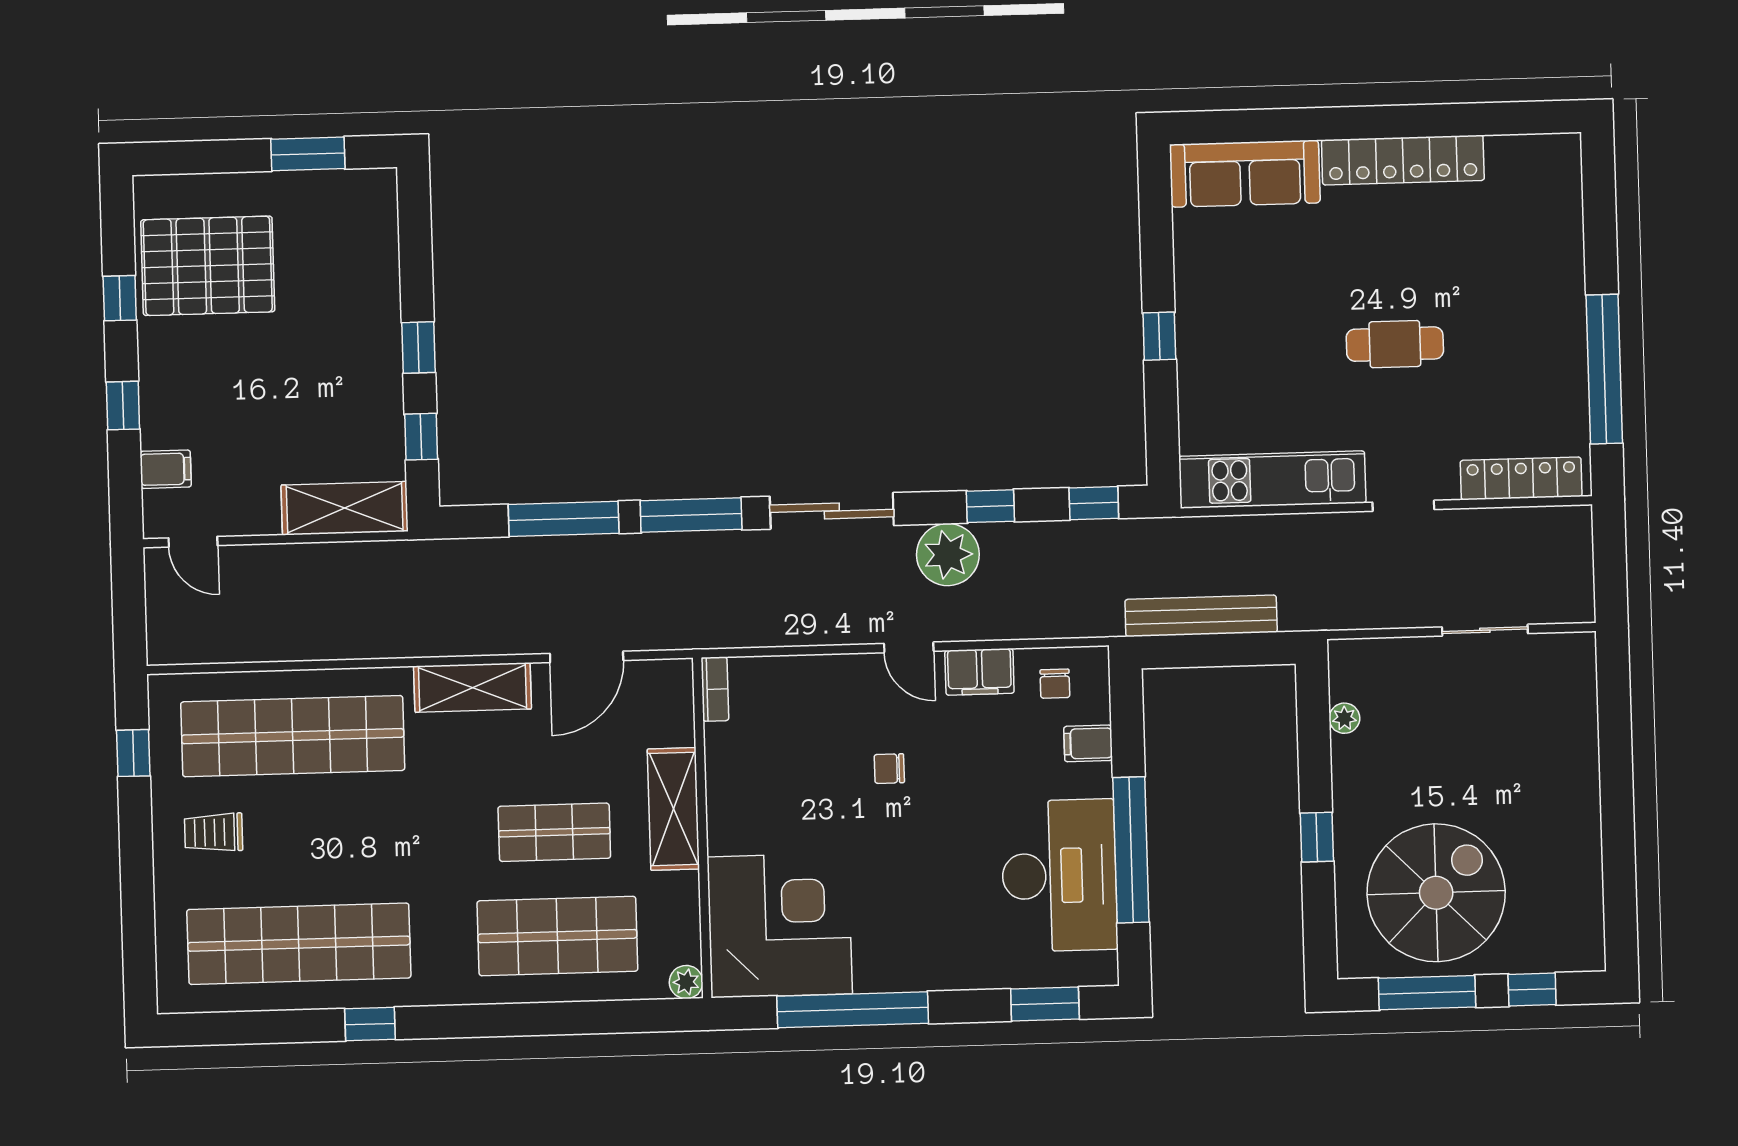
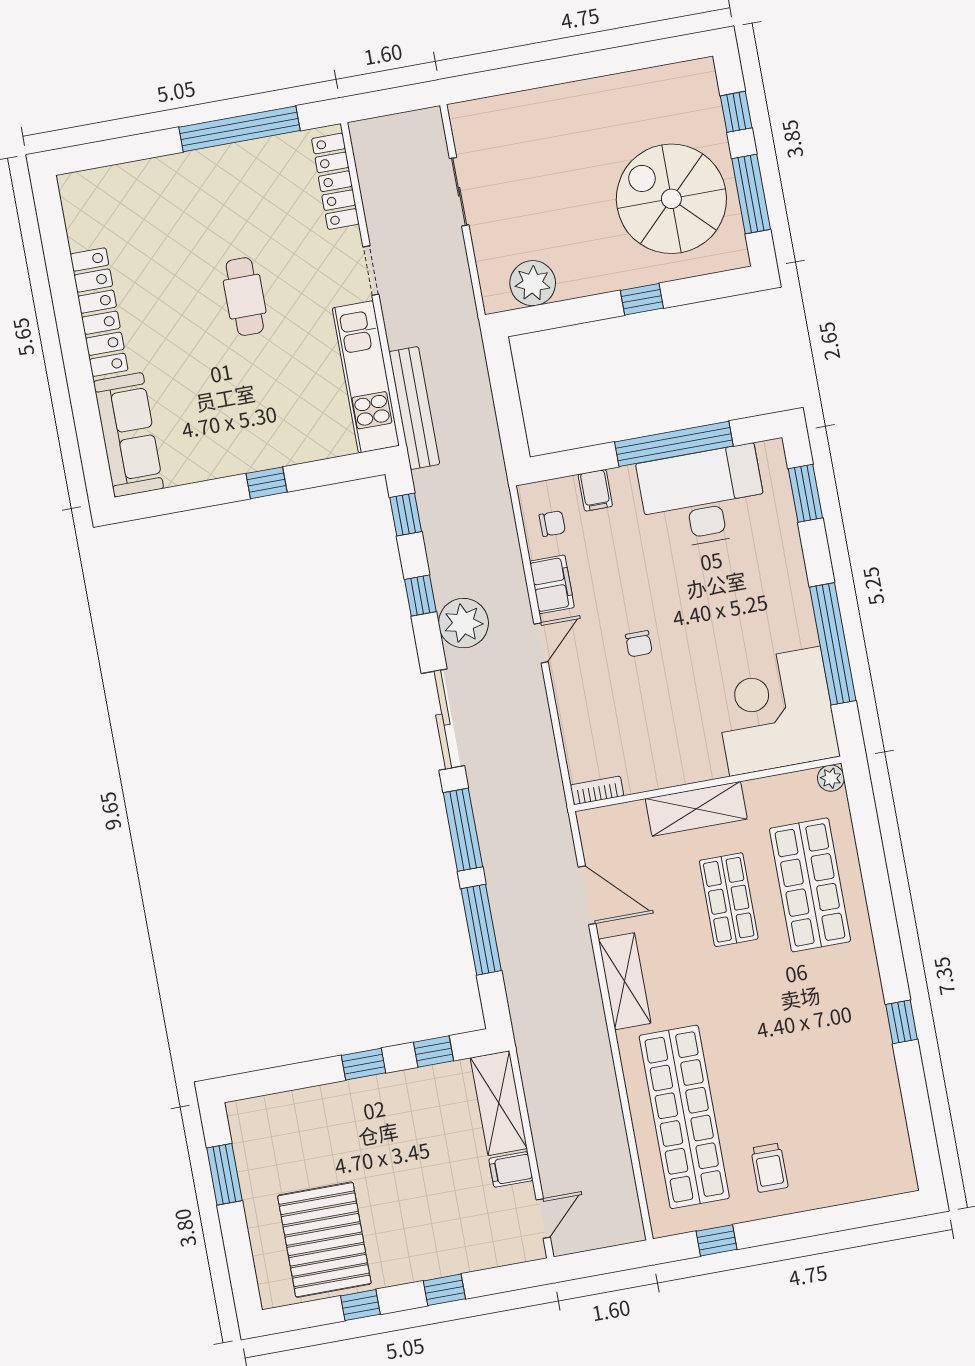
filing cabinet: (166, 469) -> (511, 1169), moved, turned -90
bench: (1201, 616) -> (414, 408), moved
plant: (1344, 718) -> (533, 283), width x1.88, depth x1.88
shop shelf: (299, 944) -> (847, 1087), removed

